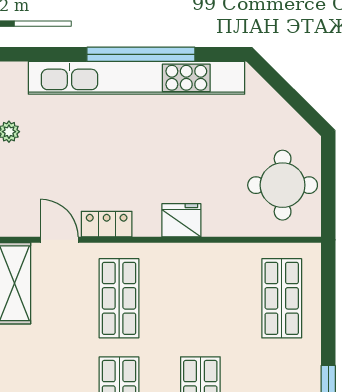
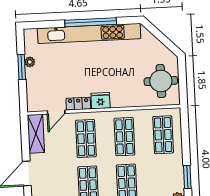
fridge: (181, 220) -> (100, 101), moved
door: (59, 240) -> (56, 112), swing flipped
shop shelf: (200, 298) -> (124, 137), added

